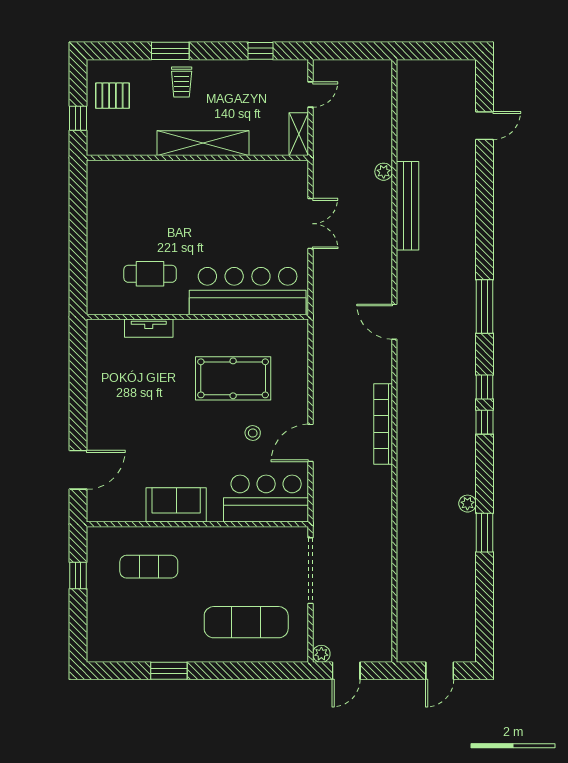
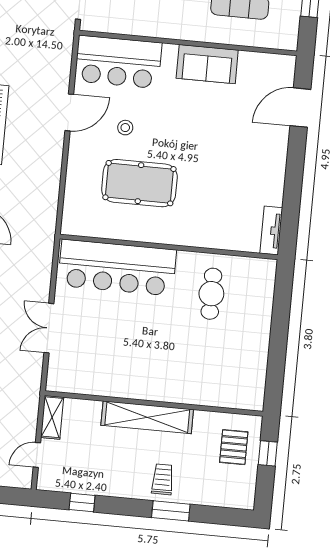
pallet: (112, 96) -> (234, 447), moved, turned 90
cafe table: (150, 274) -> (211, 294), turned 90
tv unit: (149, 328) -> (271, 231), moved, turned -90

